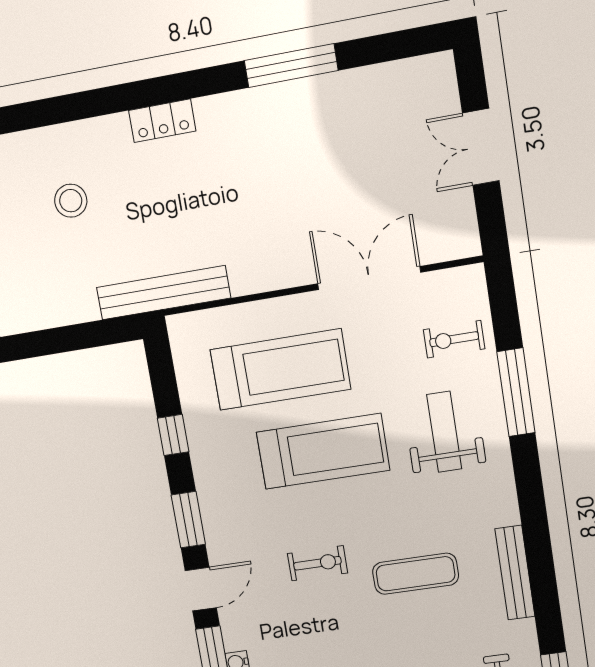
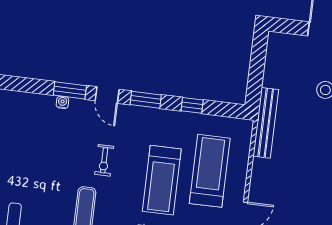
treadmill: (280, 369) -> (210, 171), turned 180

